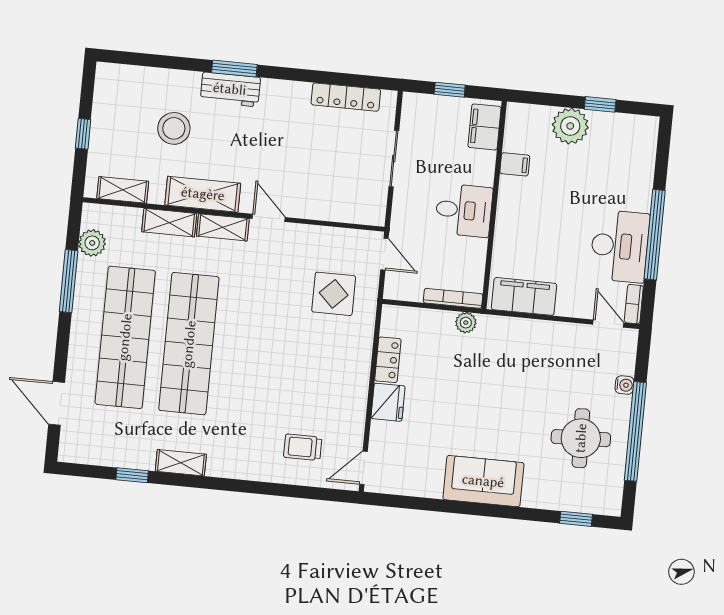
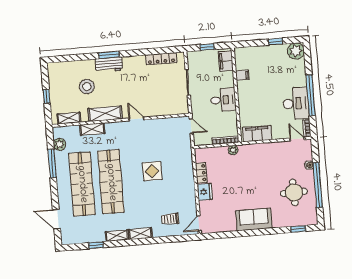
plant: (570, 126) -> (296, 51), moved
shelving: (223, 227) -> (140, 234), moved
display table: (334, 294) -> (152, 171), moved

